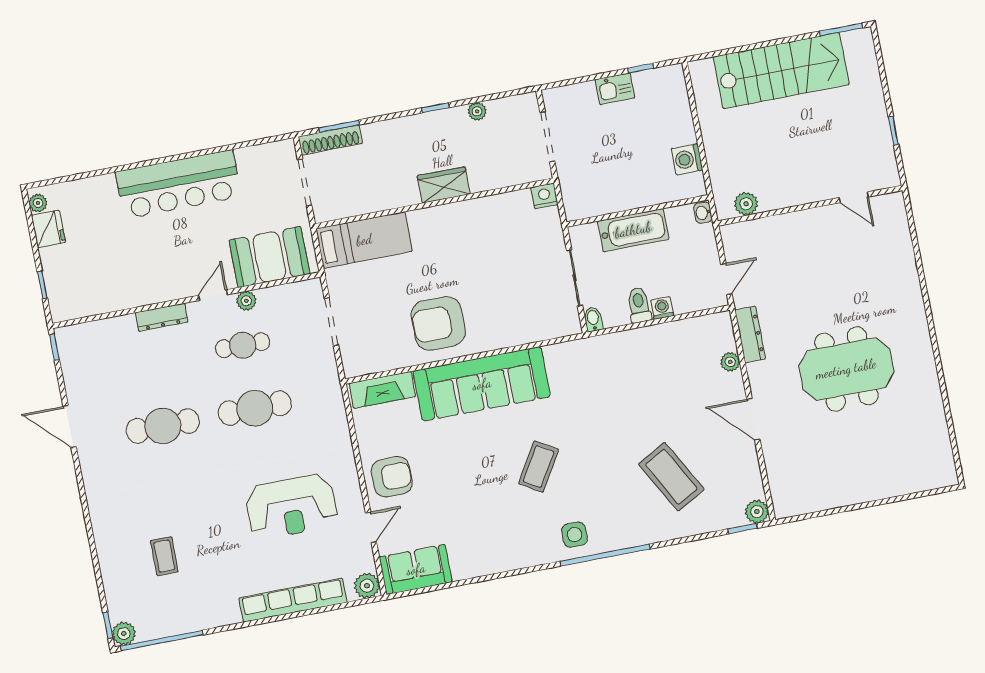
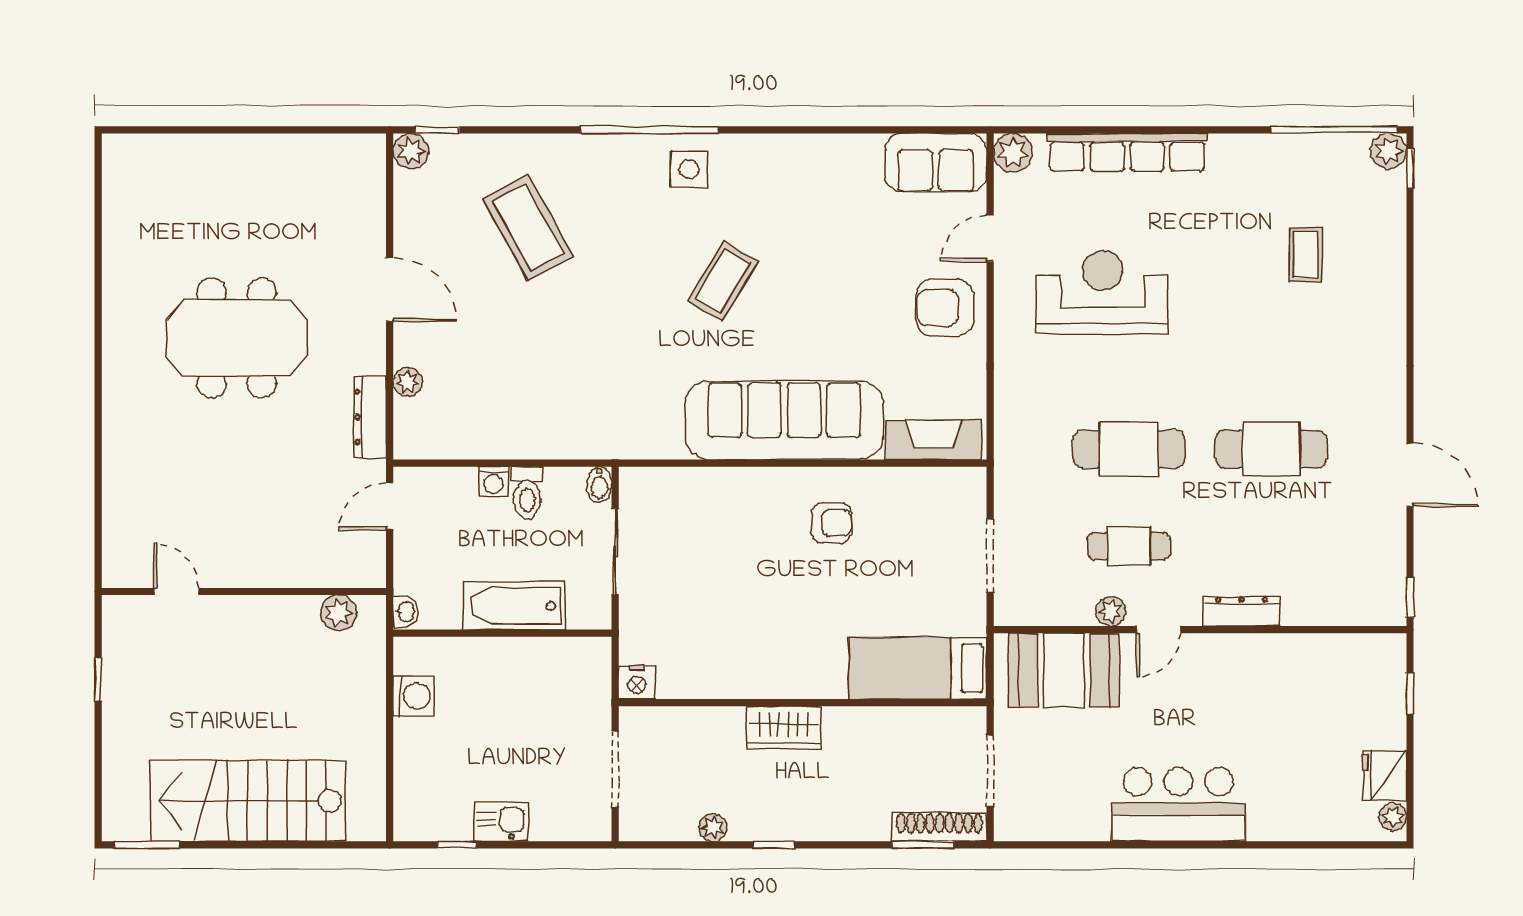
bar counter: (178, 184) -> (1178, 804), width x0.73
armchair: (438, 323) -> (832, 523), width x0.53, depth x0.53

